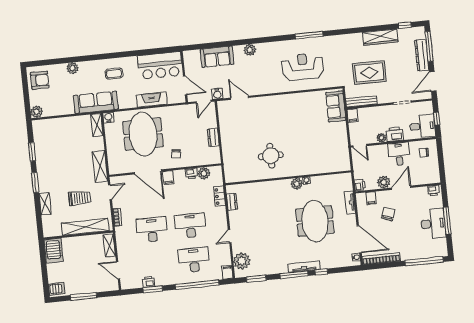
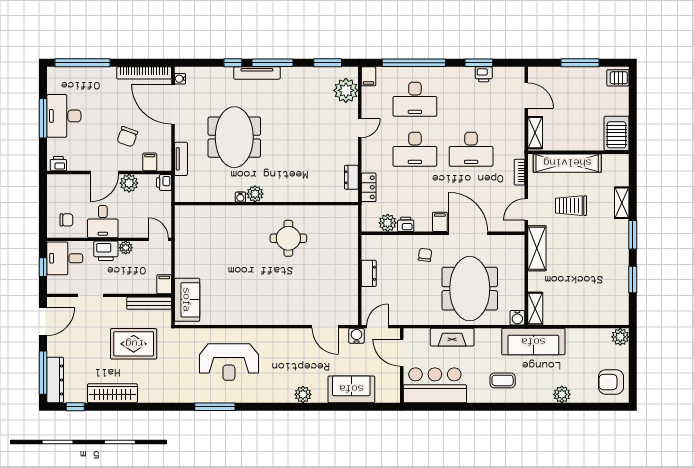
dresser: (422, 55) -> (55, 380), moved

